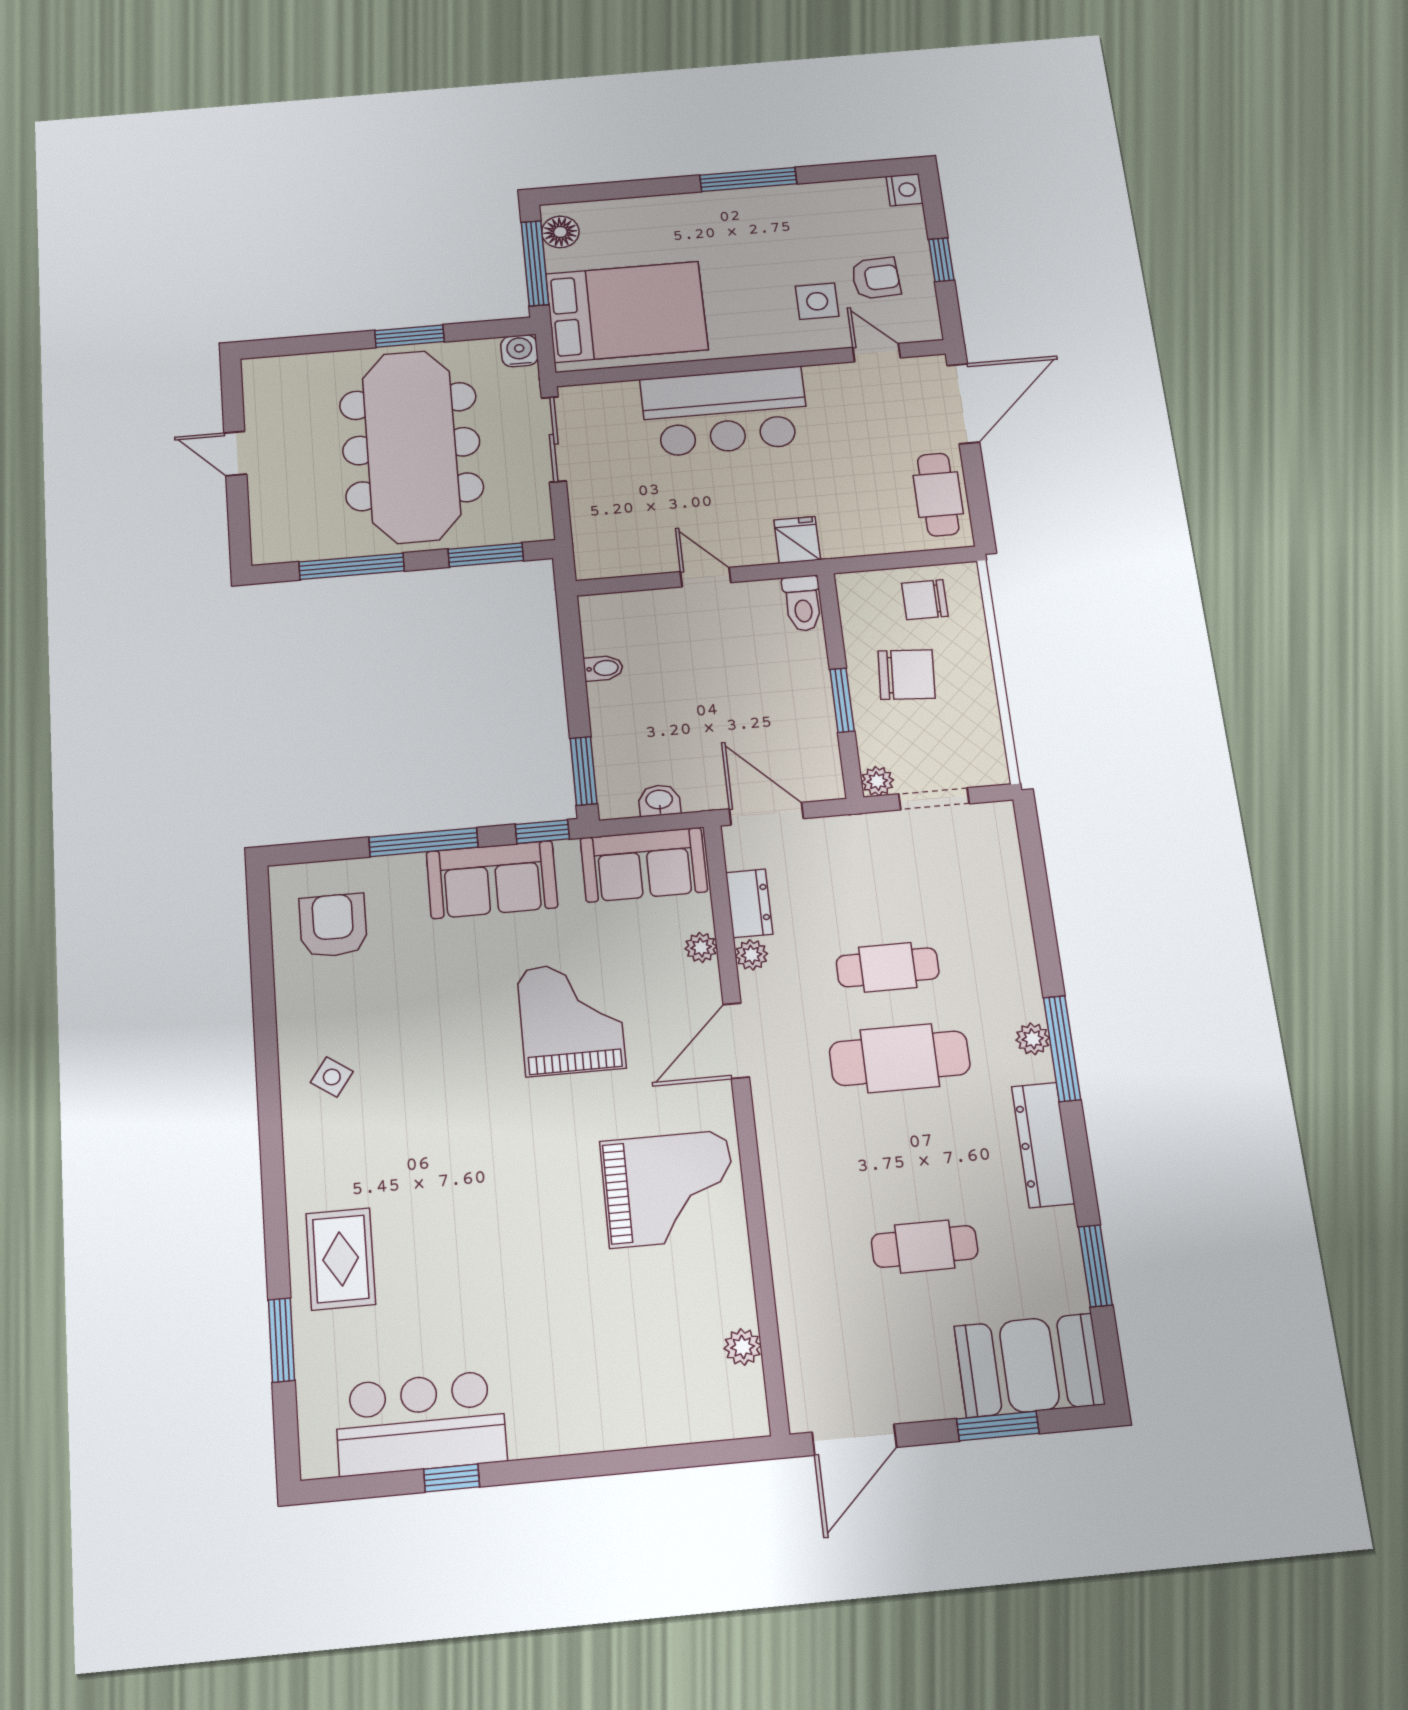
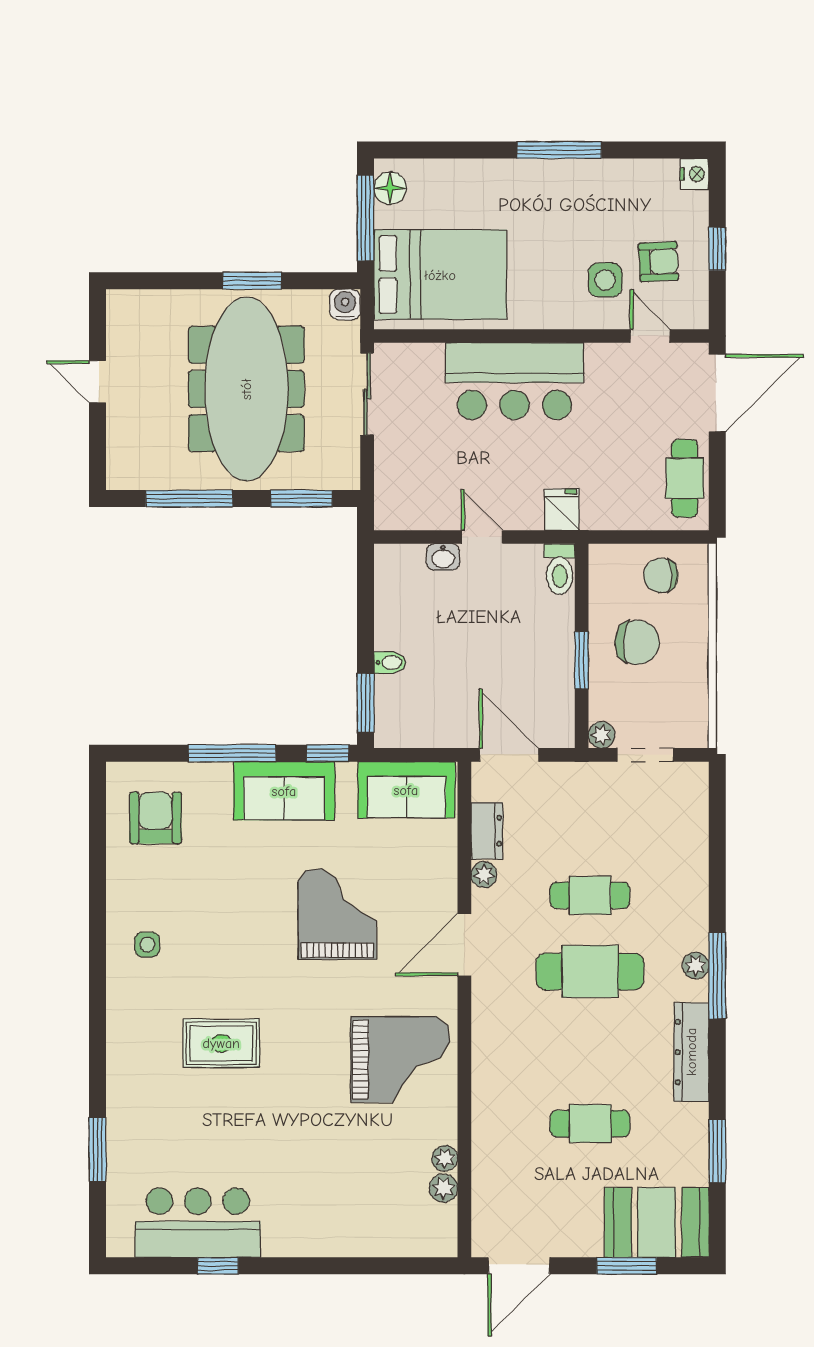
bidet: (603, 668) -> (390, 663), moved
washbasin: (659, 800) -> (443, 557), moved, turned 180
plant: (701, 947) -> (445, 1158), moved
side table: (332, 1077) -> (147, 944), turned -35
rug: (341, 1259) -> (221, 1043), moved, turned 90

